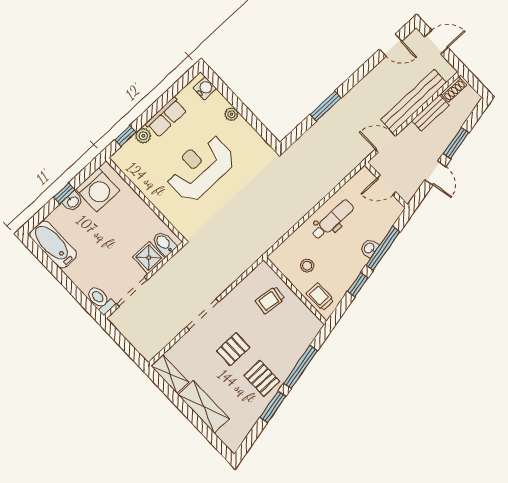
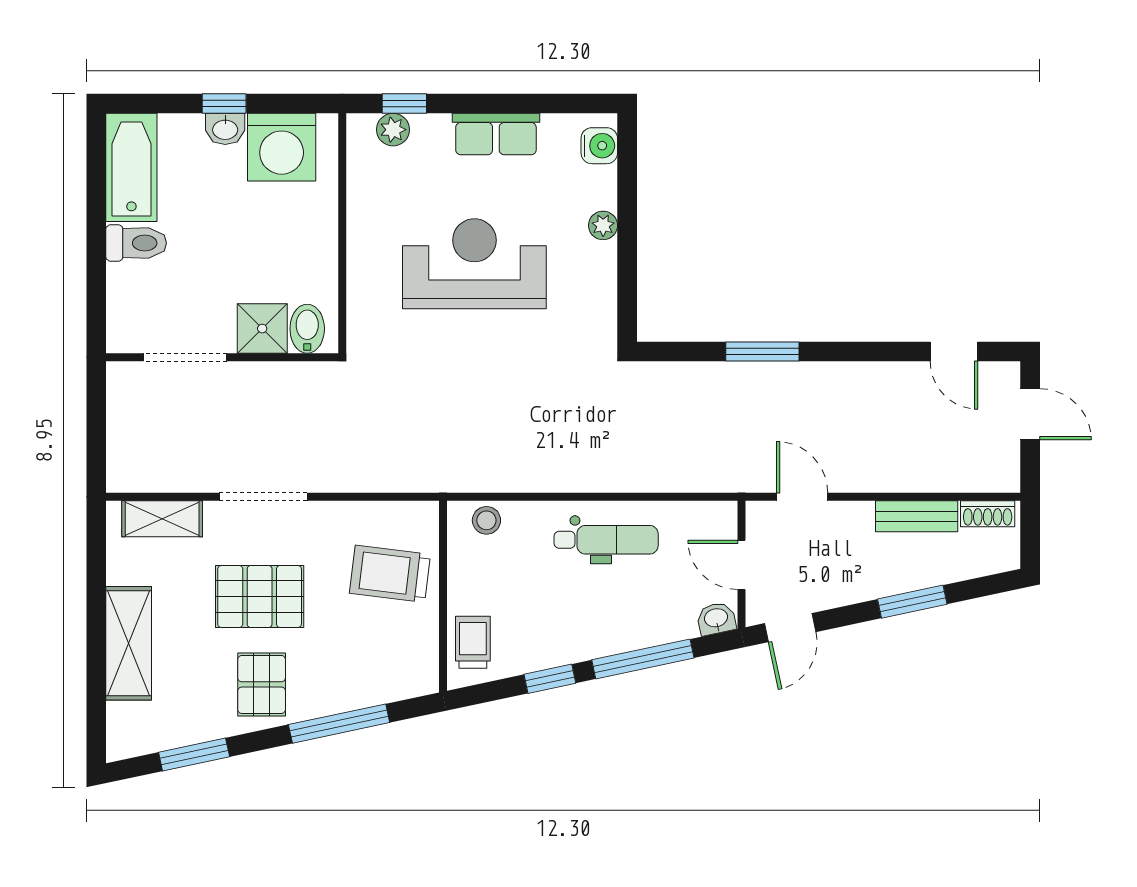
bench: (413, 101) -> (907, 473), removed
plant: (143, 136) -> (393, 130), moved
door: (435, 173) -> (790, 628), moved
washbasin: (369, 248) -> (716, 619), moved
stool: (307, 266) -> (486, 520), moved
toilet: (100, 300) -> (136, 243), moved, turned 90
trolley: (270, 300) -> (390, 574), width x1.36, depth x1.39
pallet: (233, 349) -> (260, 596), width x1.50, depth x1.42
shelving: (170, 374) -> (162, 519), moved, turned 90
window: (273, 407) -> (194, 754), moved

